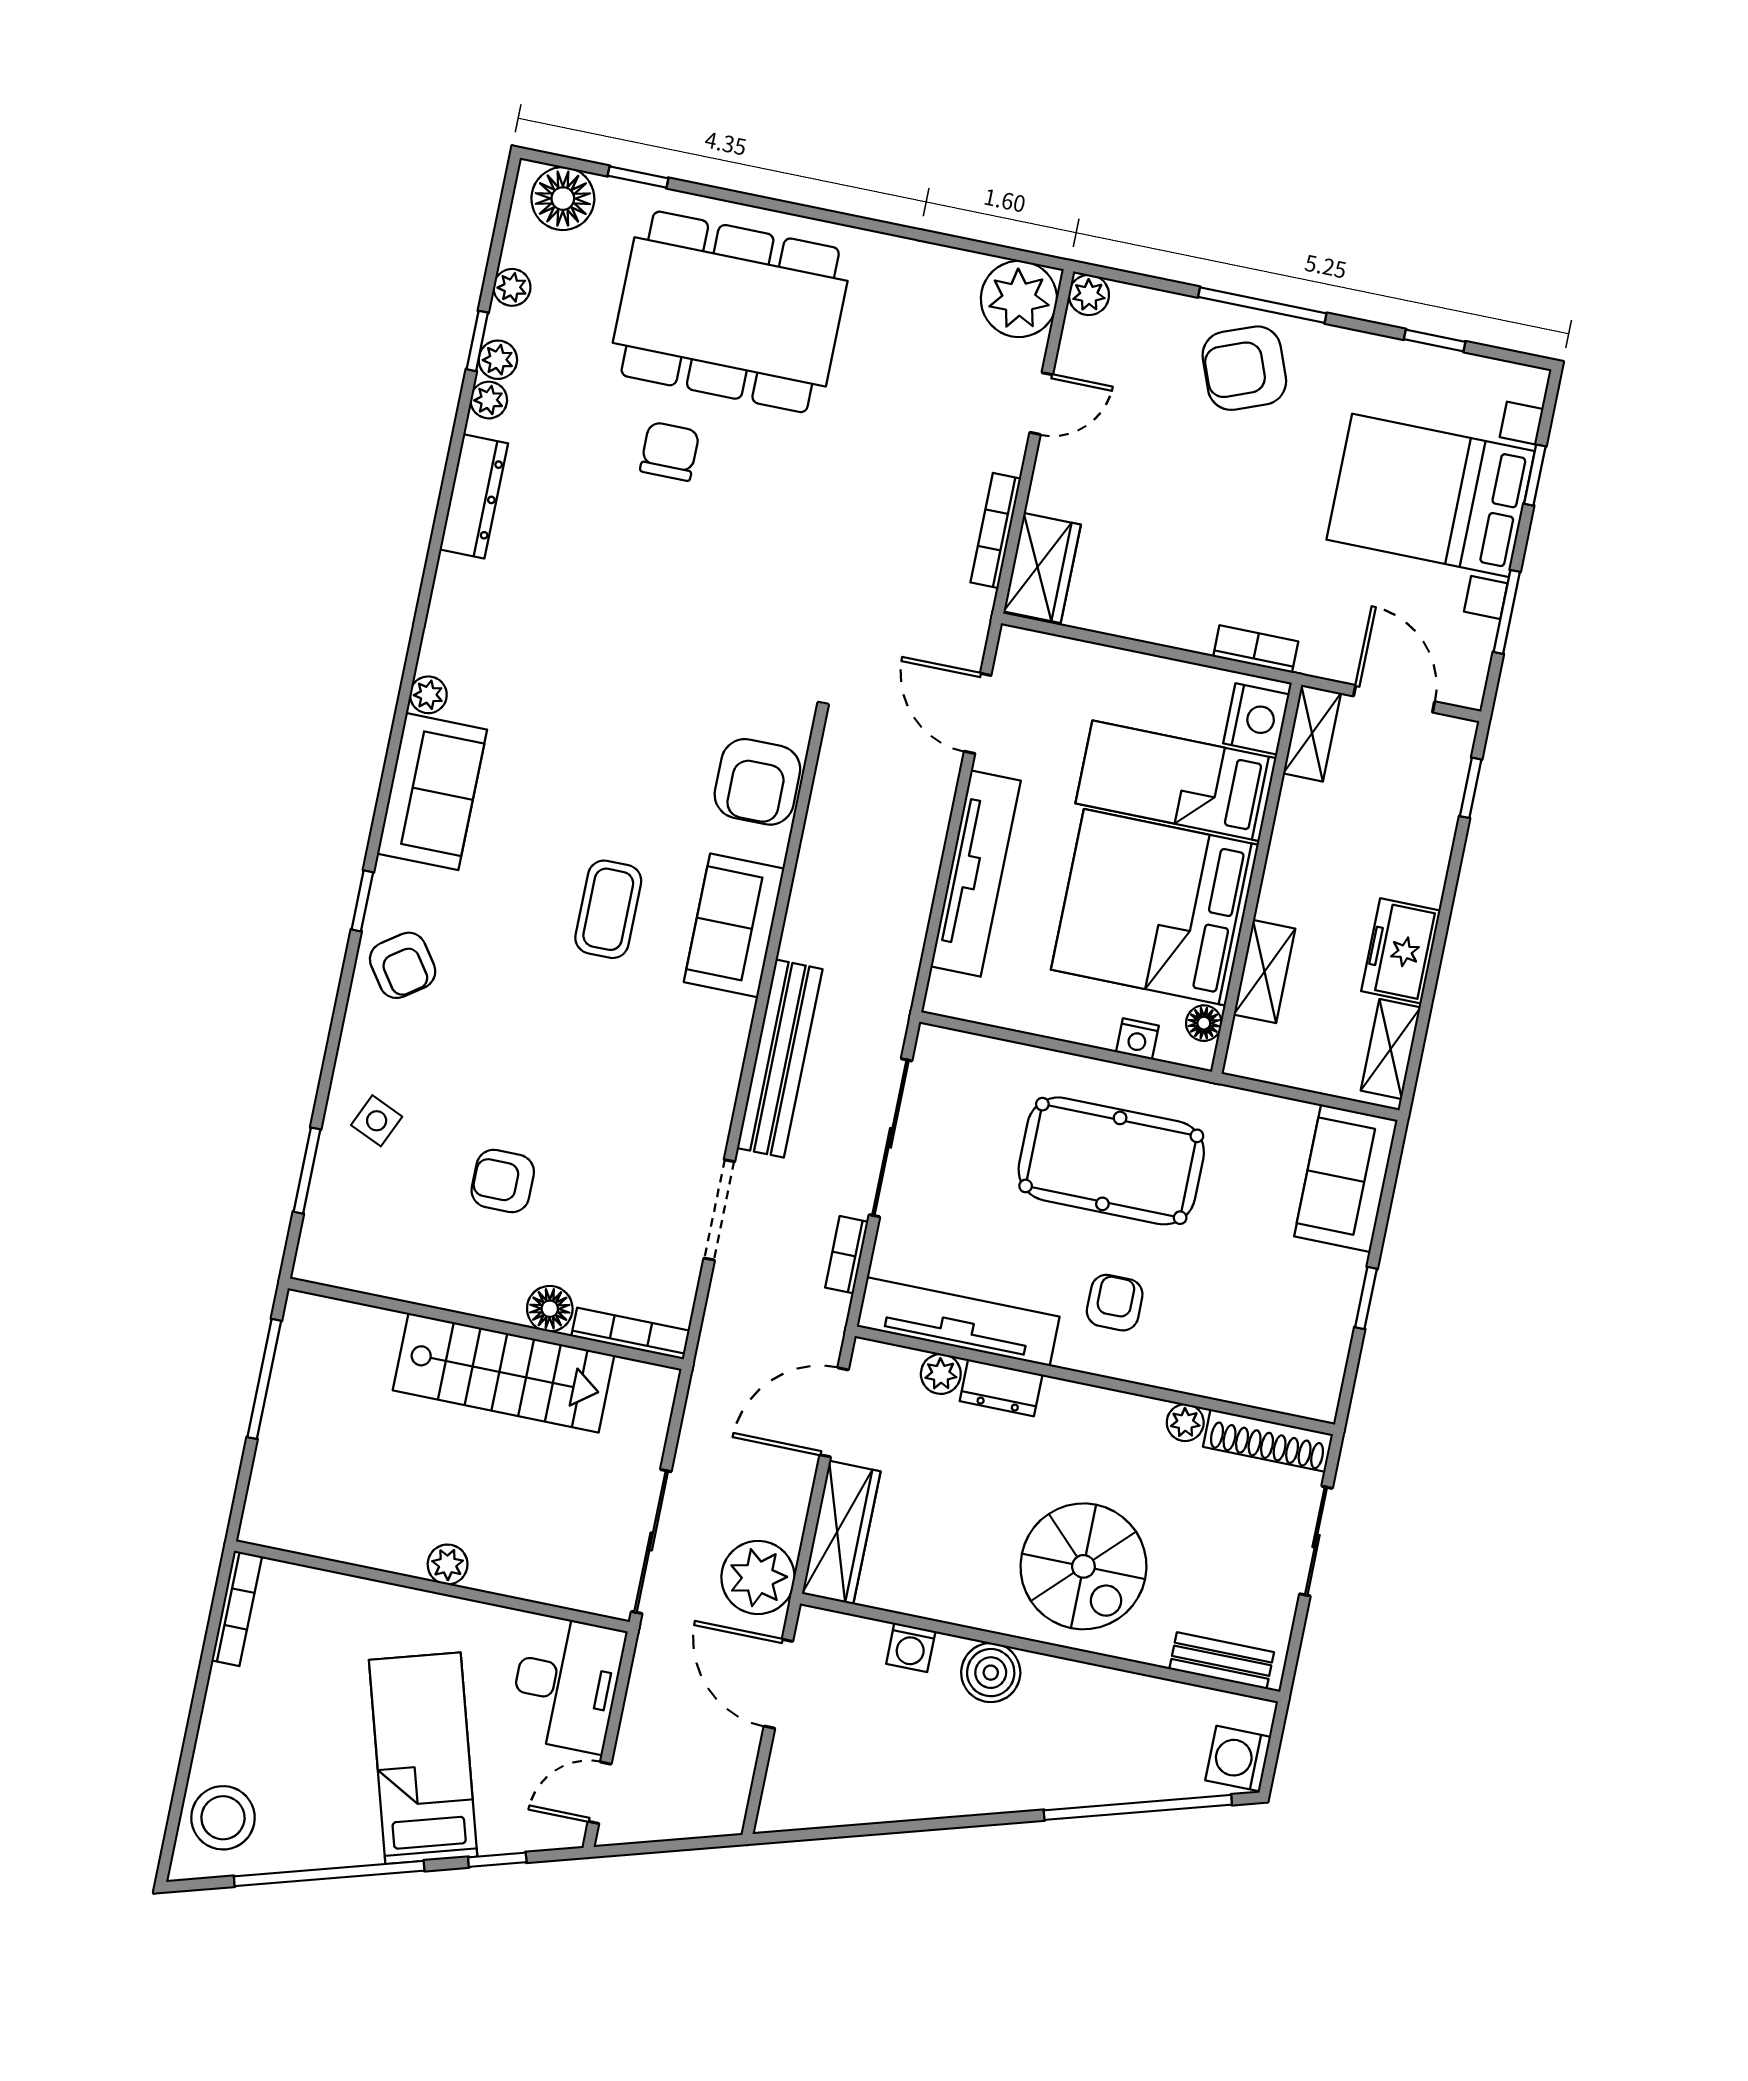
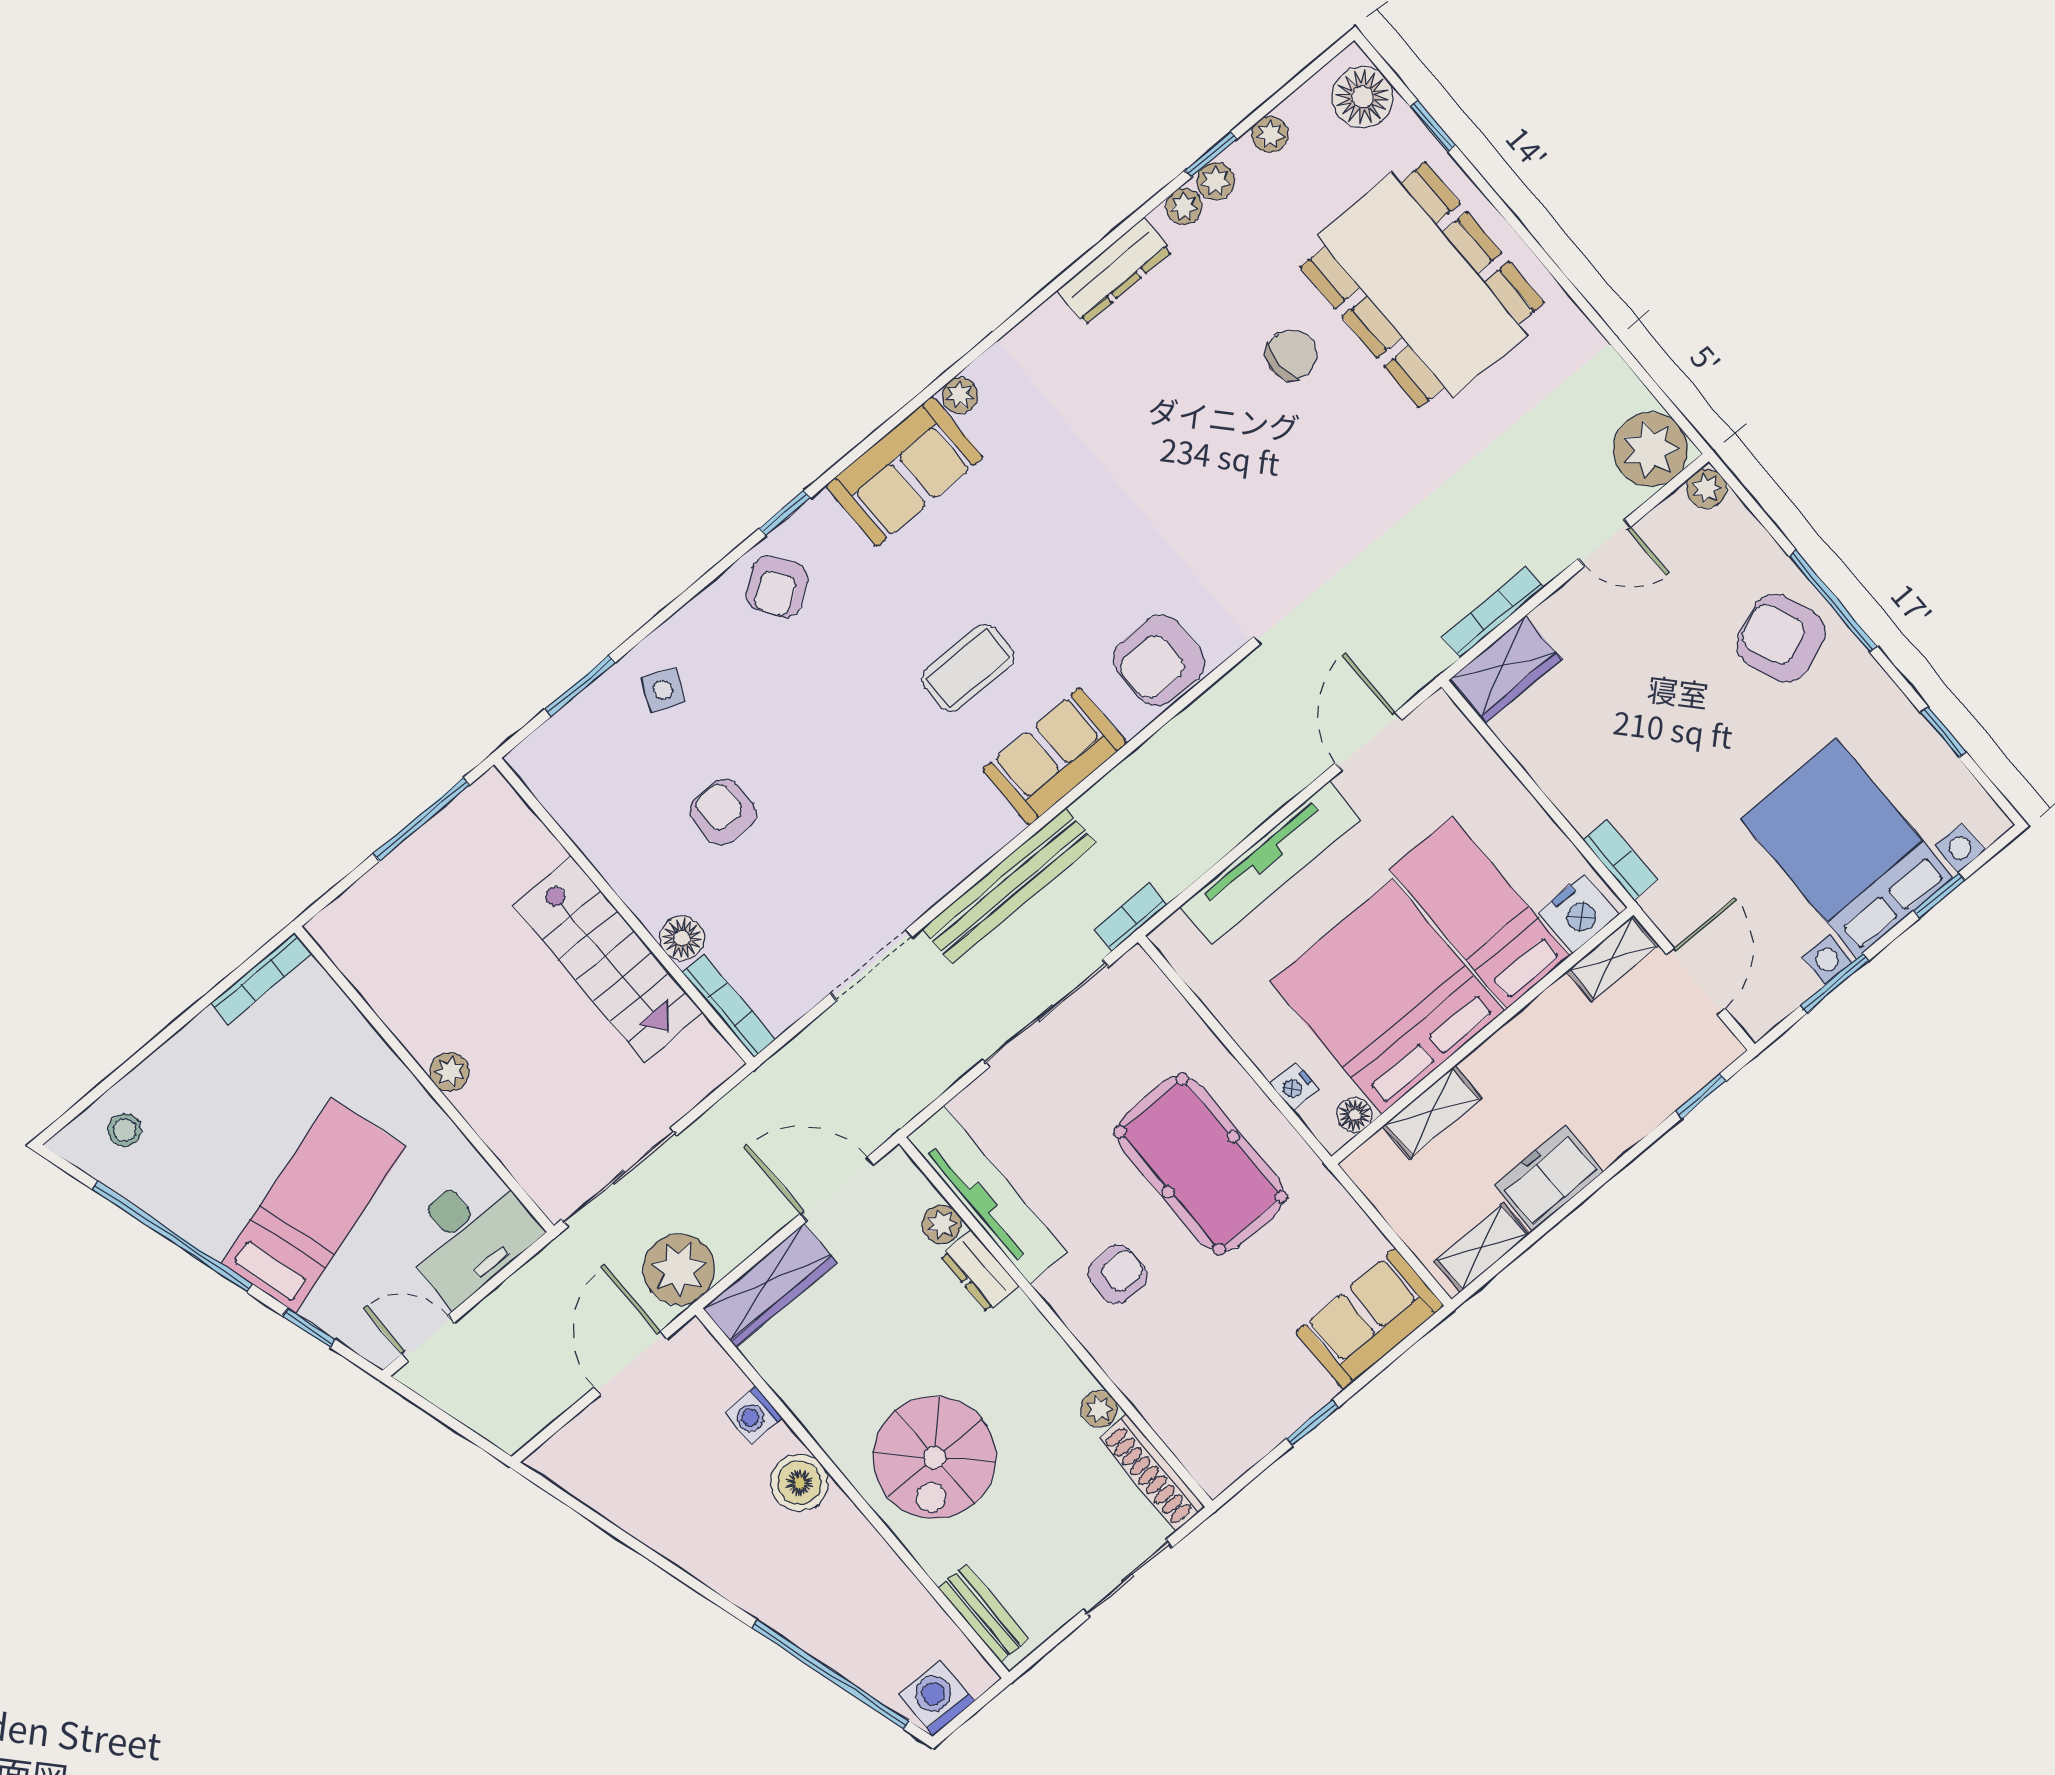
bookcase: (847, 1255) -> (1131, 917), moved
stool: (223, 1818) -> (125, 1130), width x0.53, depth x0.53

